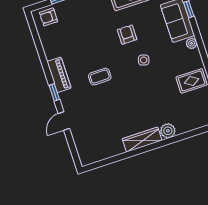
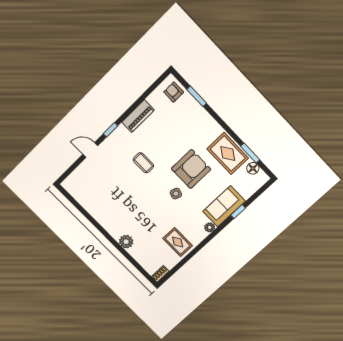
armchair: (127, 35) -> (191, 169), width x1.88, depth x1.88
piano: (59, 75) -> (138, 116), moved
wardrobe: (142, 140) -> (108, 224), removed

